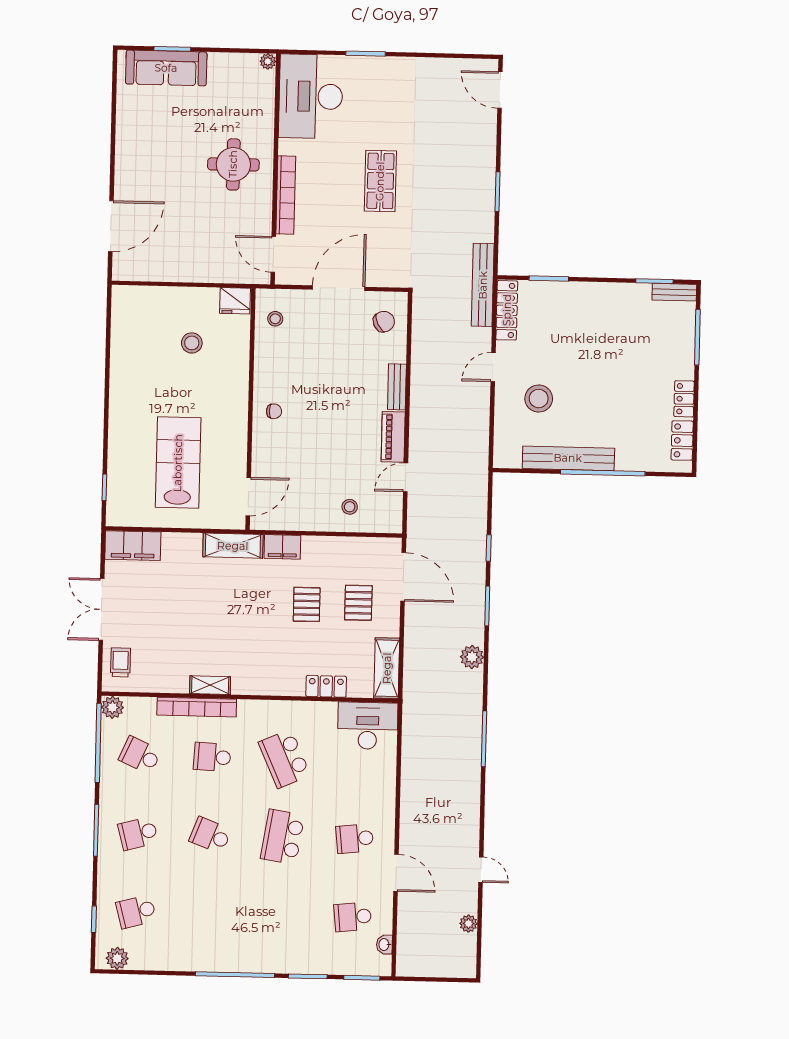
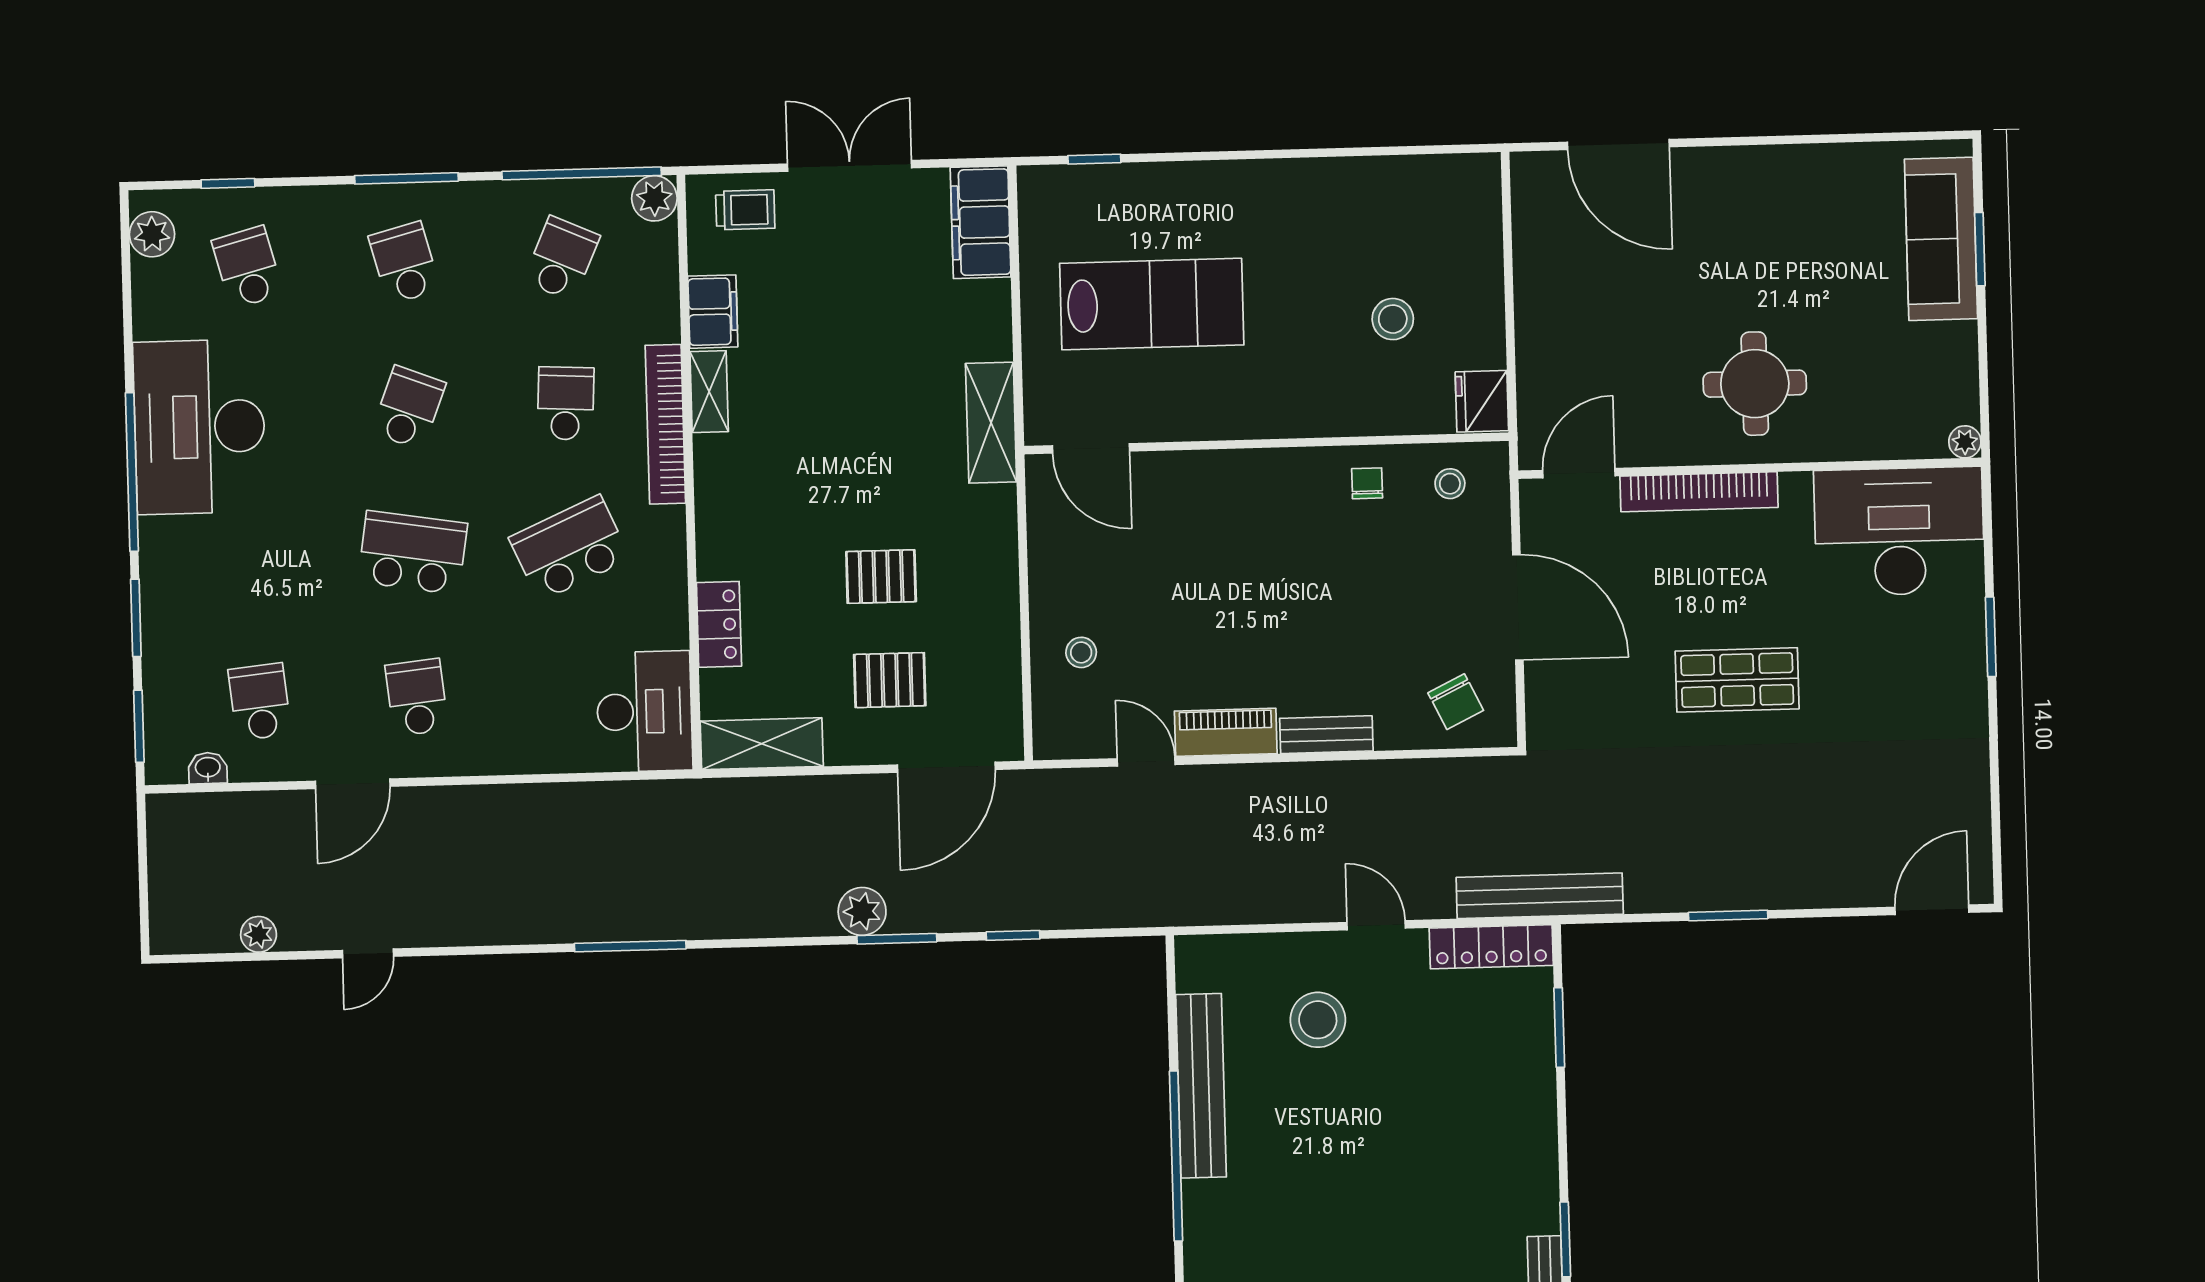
chair: (274, 411) -> (1367, 483), moved, turned 180
filing cabinet: (282, 547) -> (713, 312), moved, turned 180
plant: (472, 657) -> (862, 911), moved
bookcase: (197, 707) -> (665, 424), moved
desk: (214, 940) -> (199, 427), added

